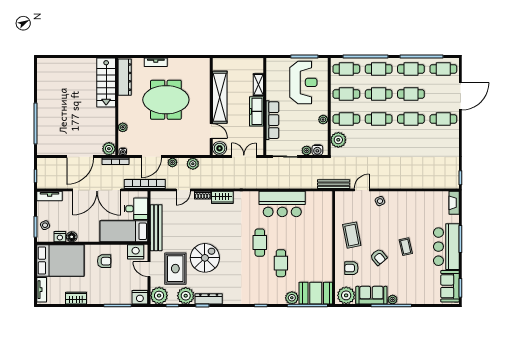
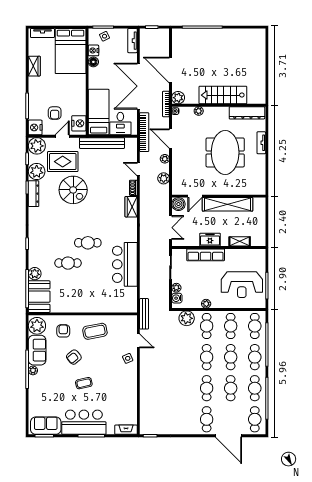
stairs: (106, 82) -> (223, 95), moved
freezer: (256, 111) -> (210, 240), width x0.71
armchair: (104, 261) -> (55, 113), moved

